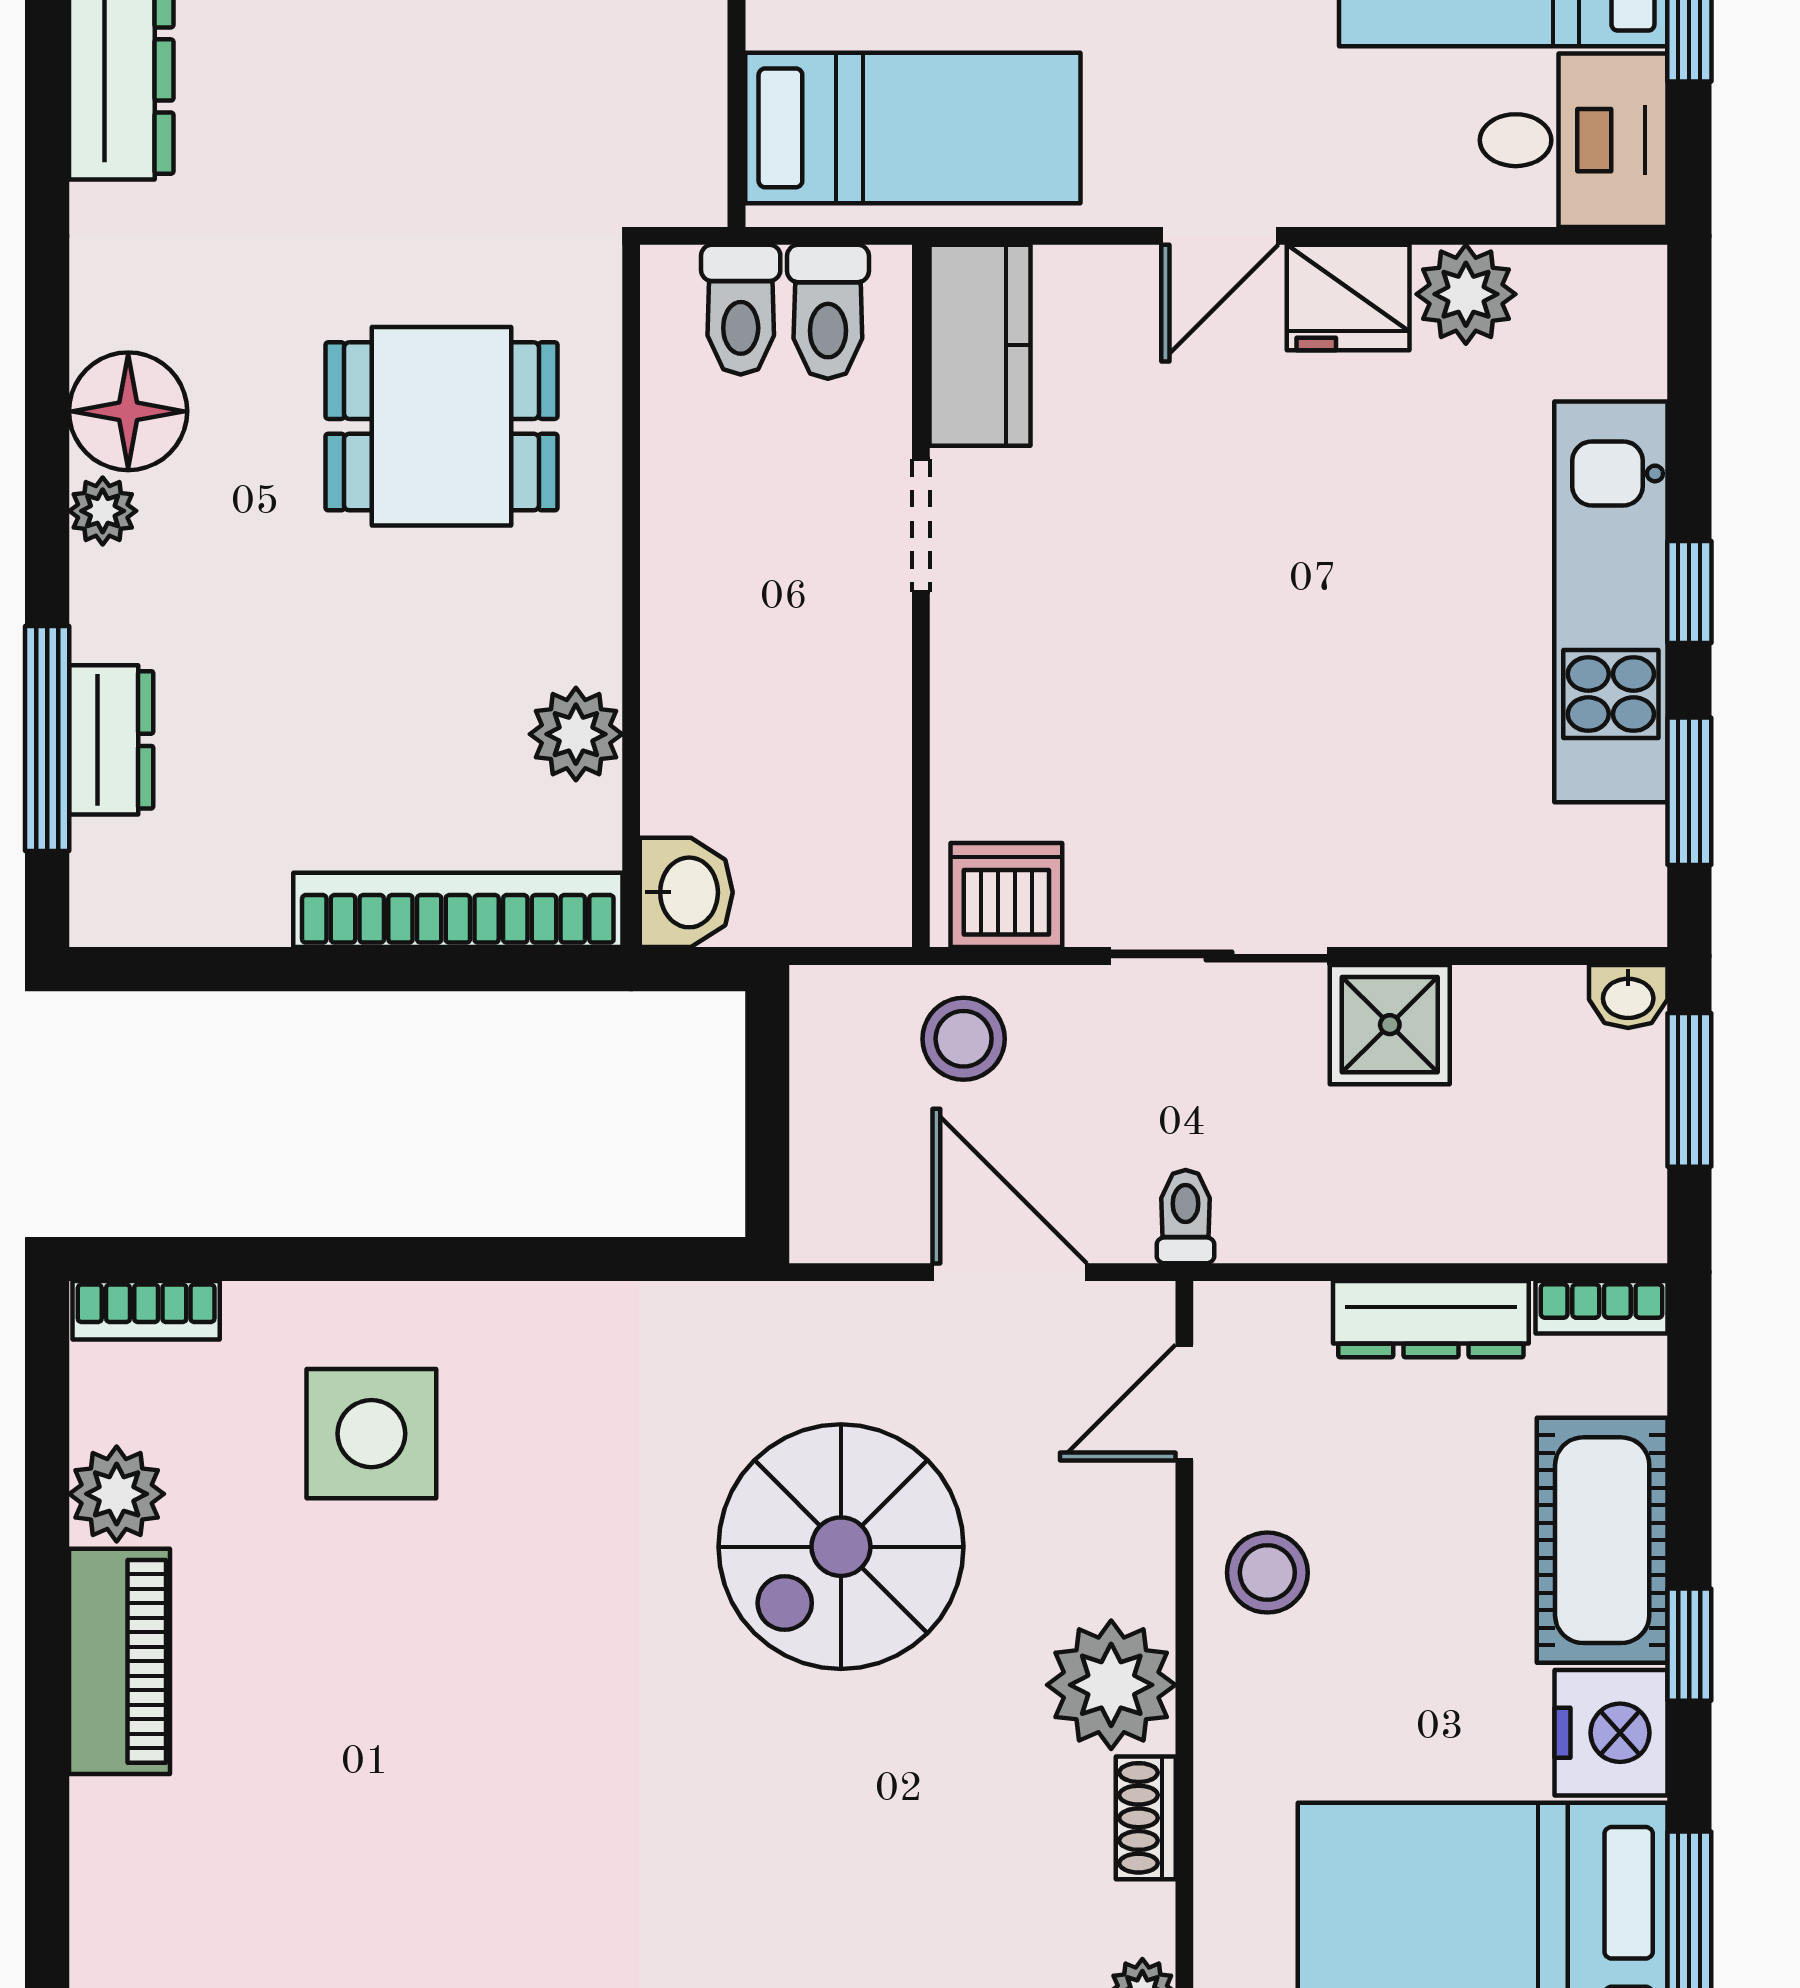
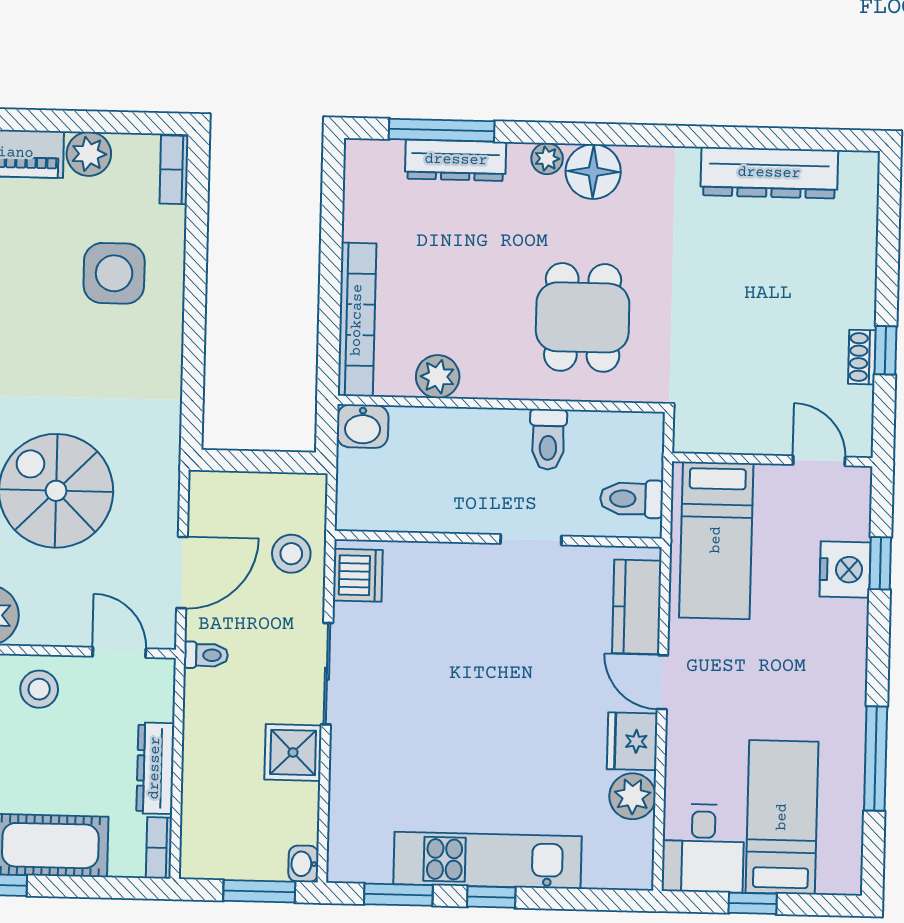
toilet: (741, 310) -> (548, 439), moved, turned -90
kitchen counter: (980, 345) -> (637, 607), moved, turned 90
dresser: (111, 740) -> (456, 160), width x1.44

